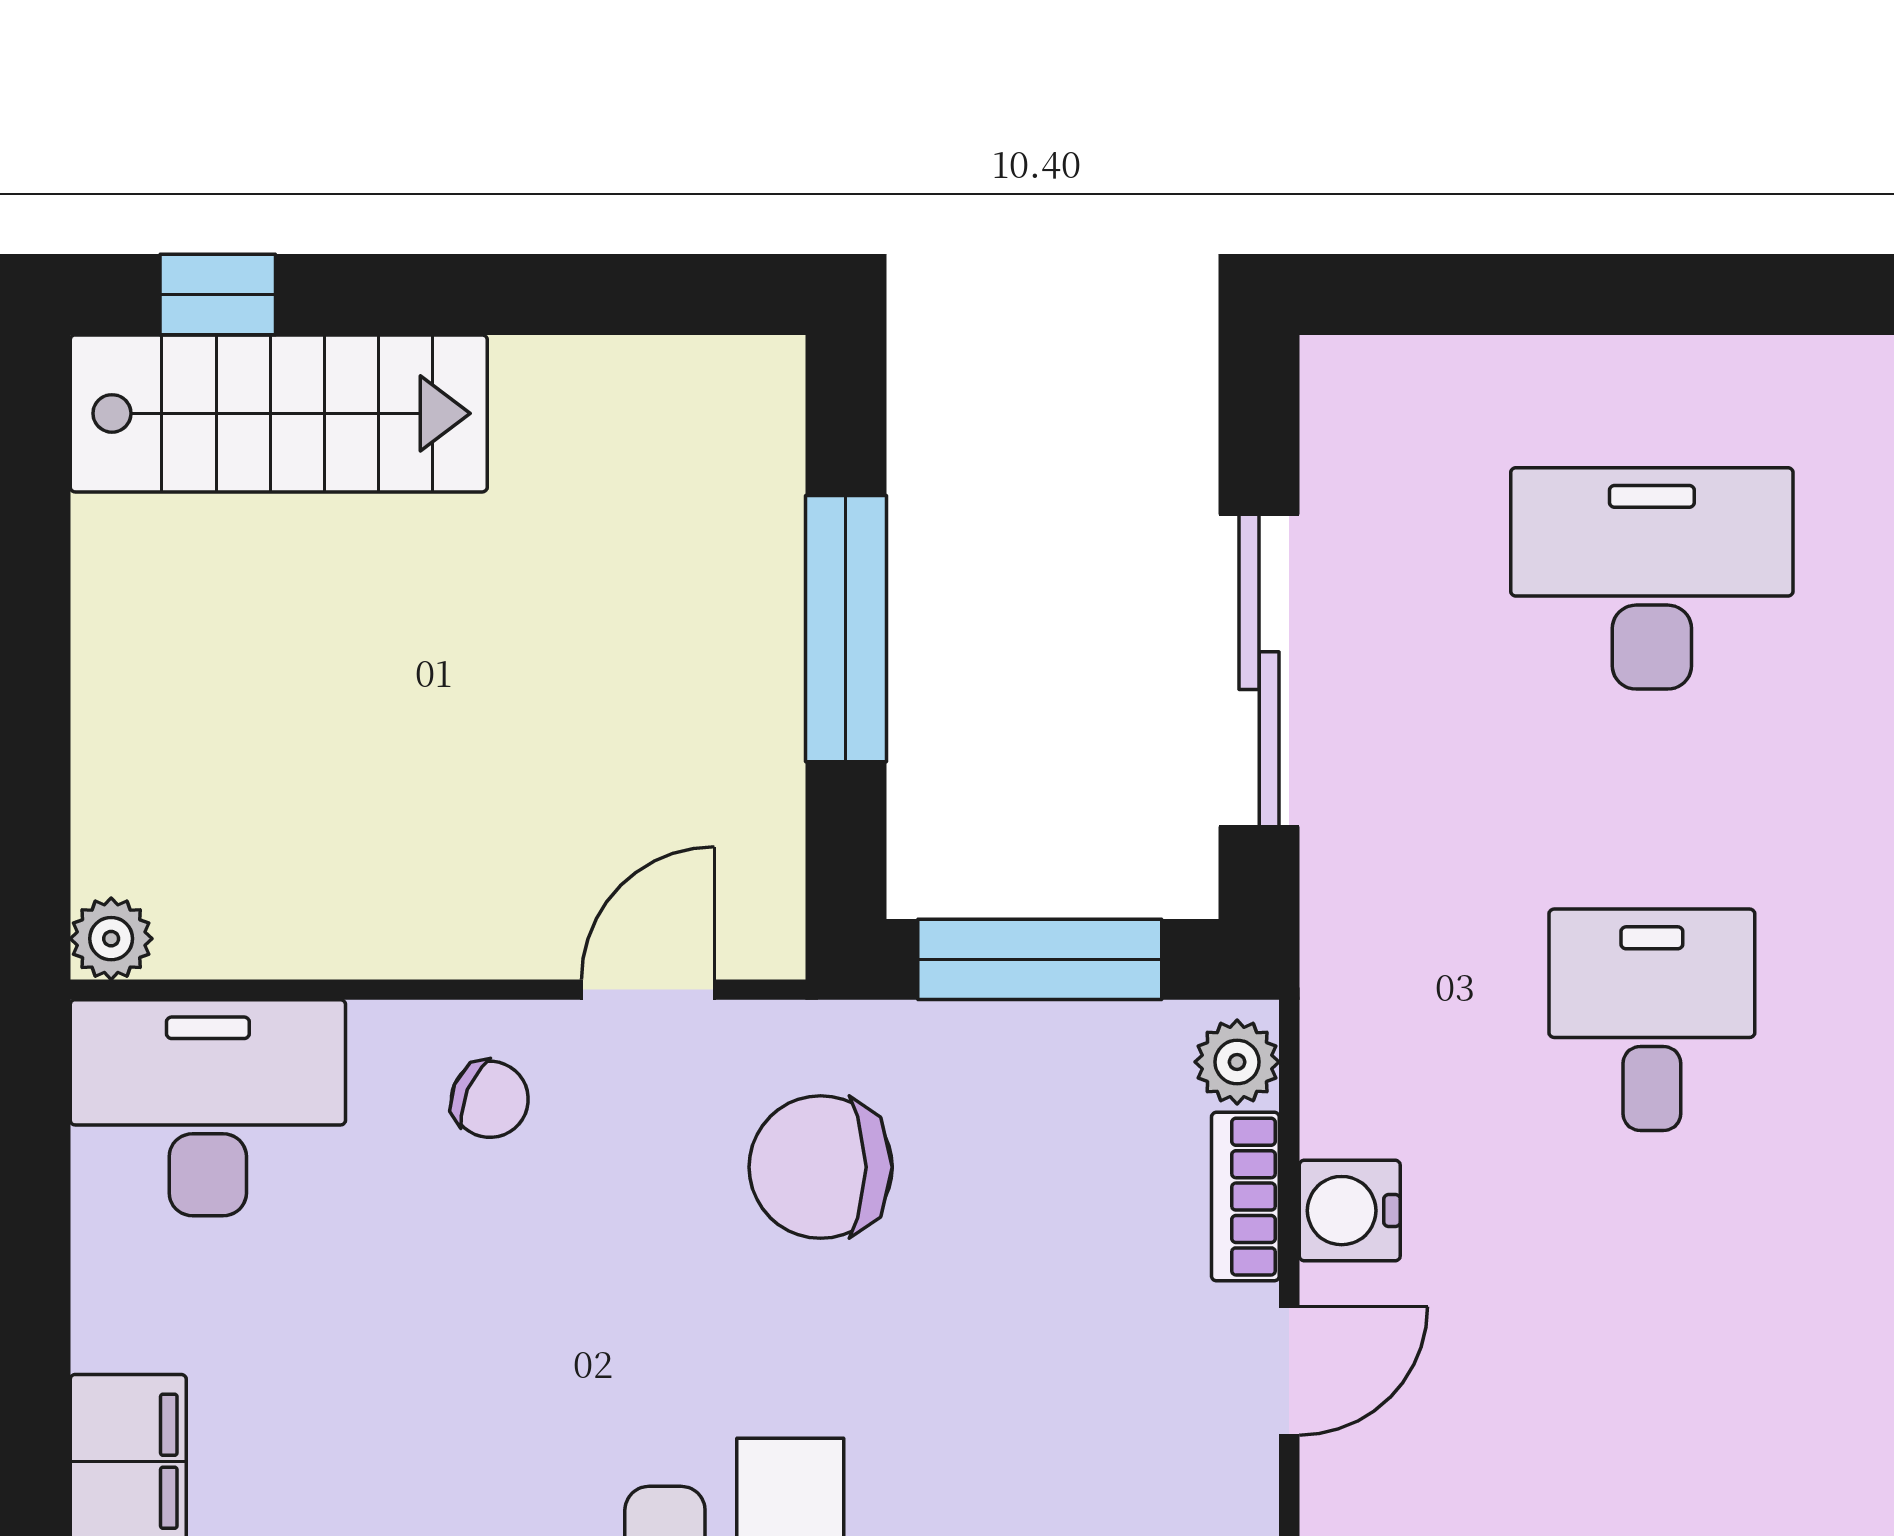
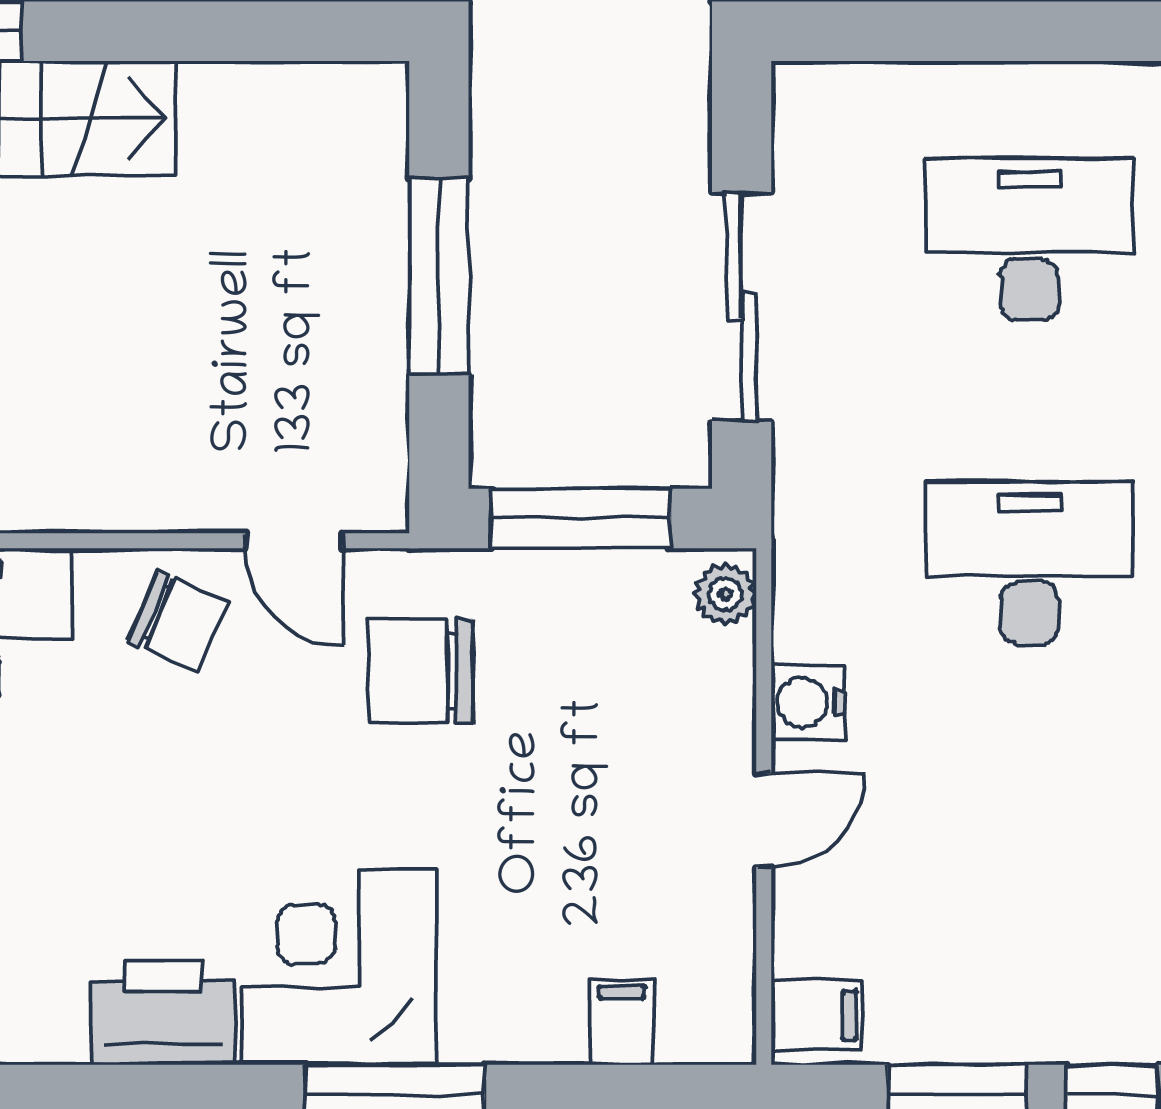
door: (648, 990) -> (294, 541), swing flipped
desk: (1652, 1020) -> (1029, 563), width x1.37
chair: (490, 1099) -> (178, 621), width x1.37, depth x1.37
bookcase: (1245, 1197) -> (732, 692), removed

